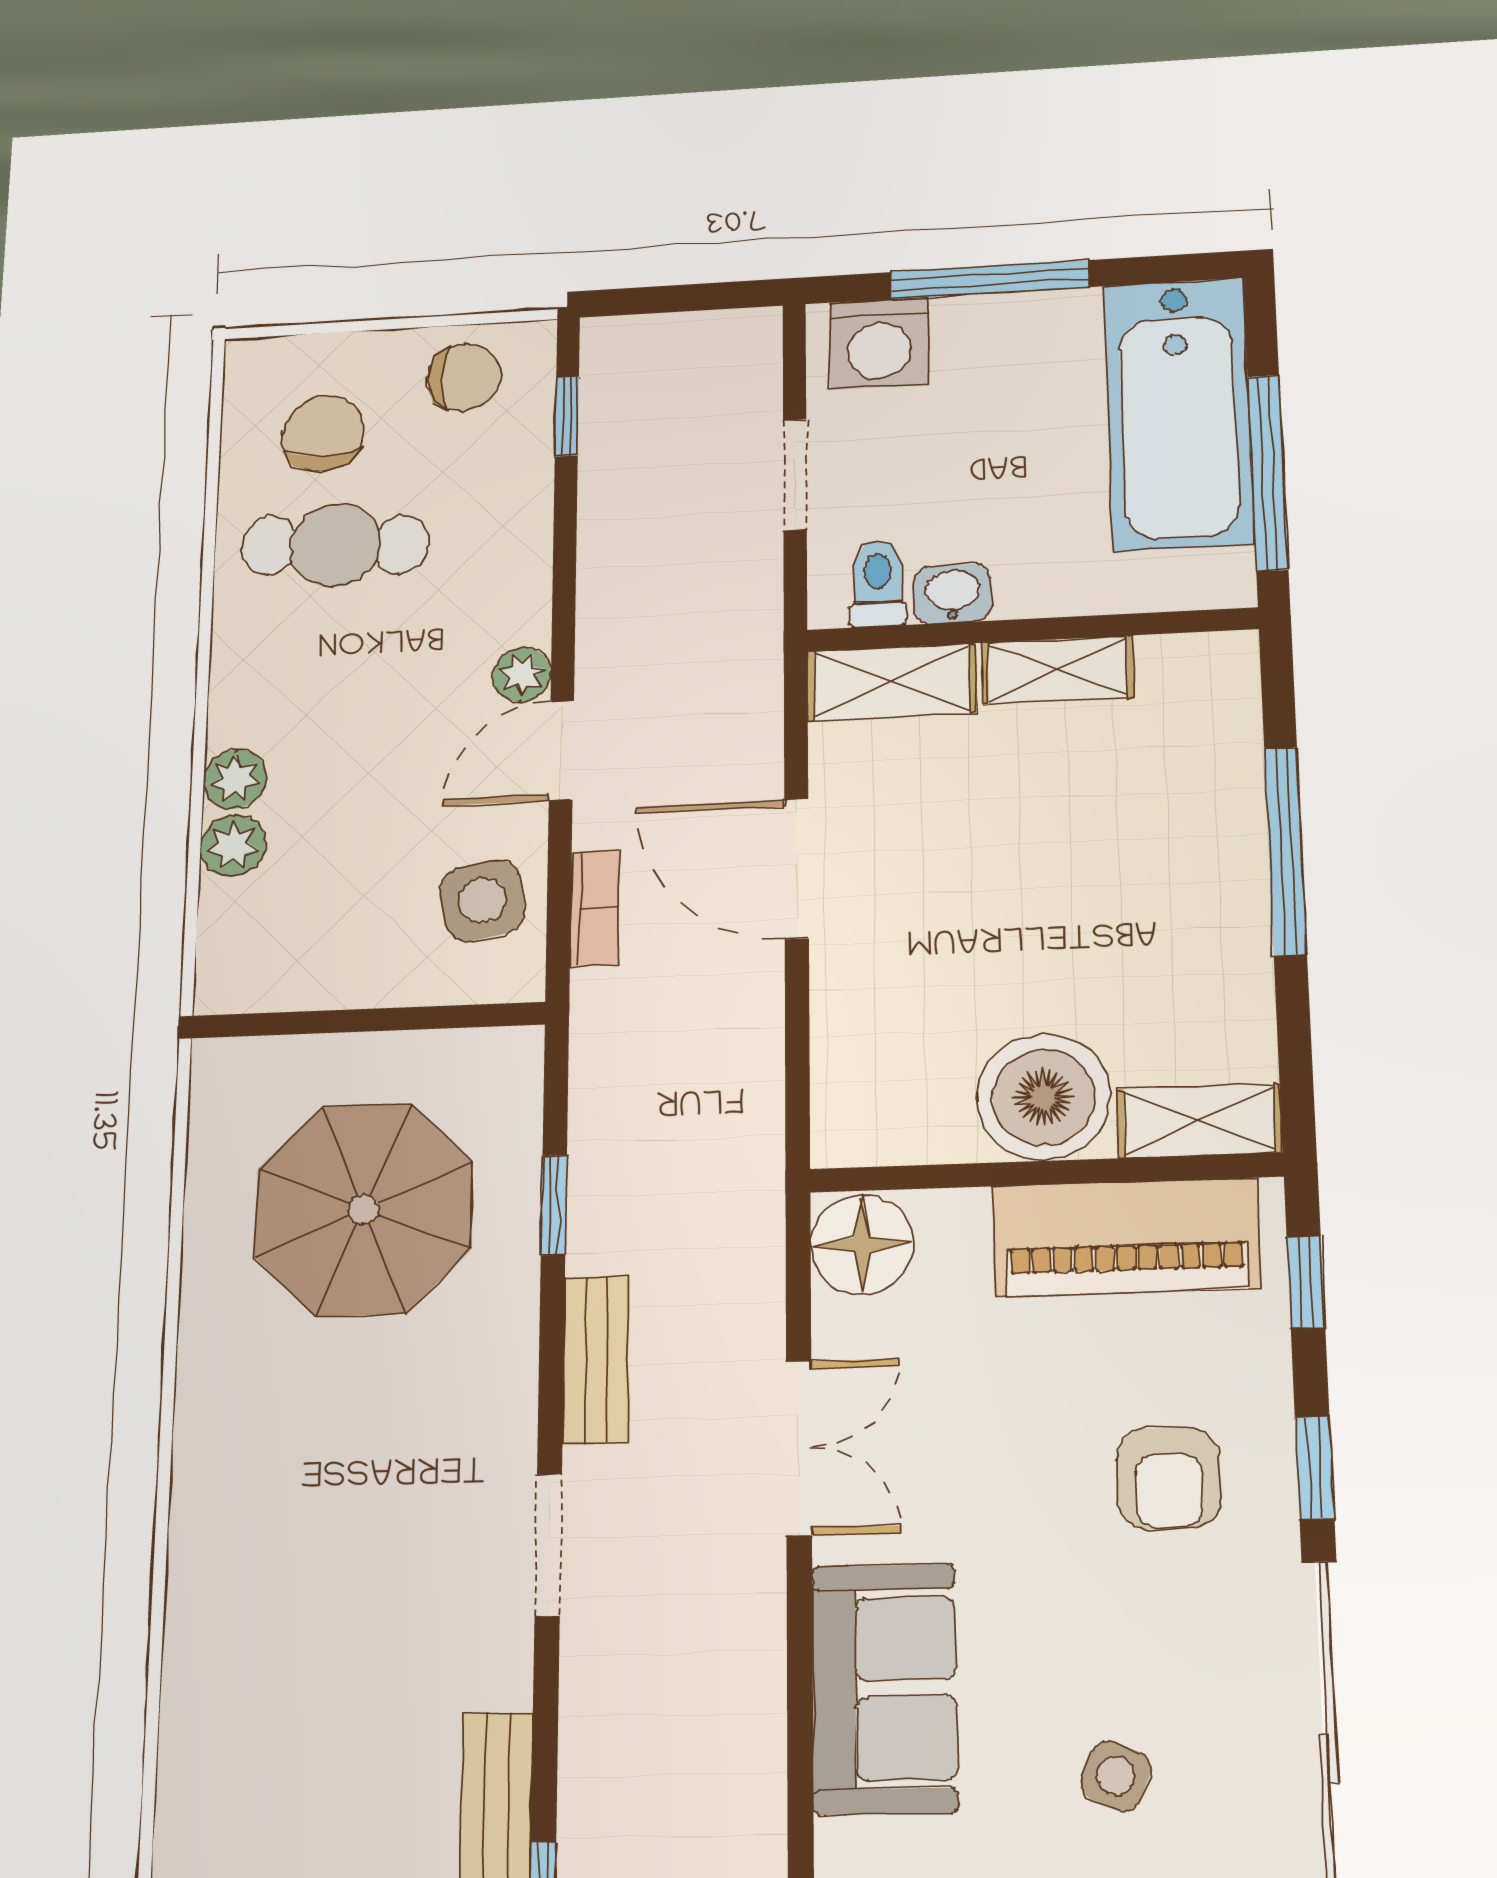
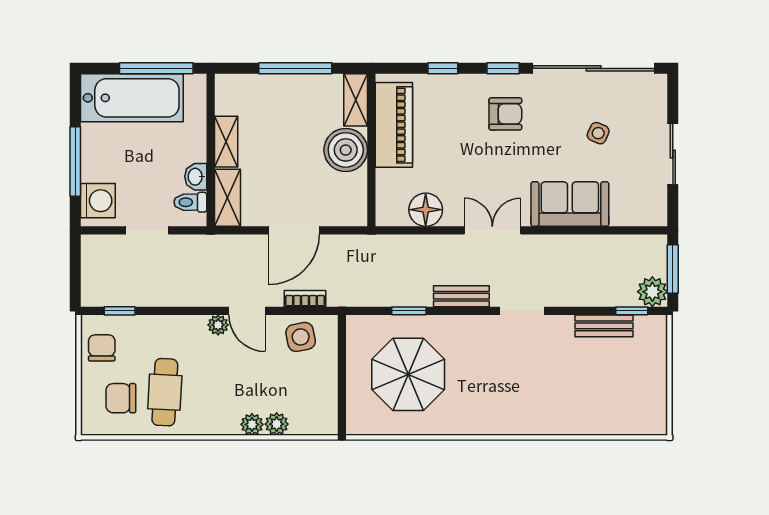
boiler: (1044, 1097) -> (346, 150), moved
shelving: (1199, 1121) -> (356, 100), moved
wall: (1045, 1173) -> (371, 150), moved
piano: (1126, 1237) -> (394, 125), moved

